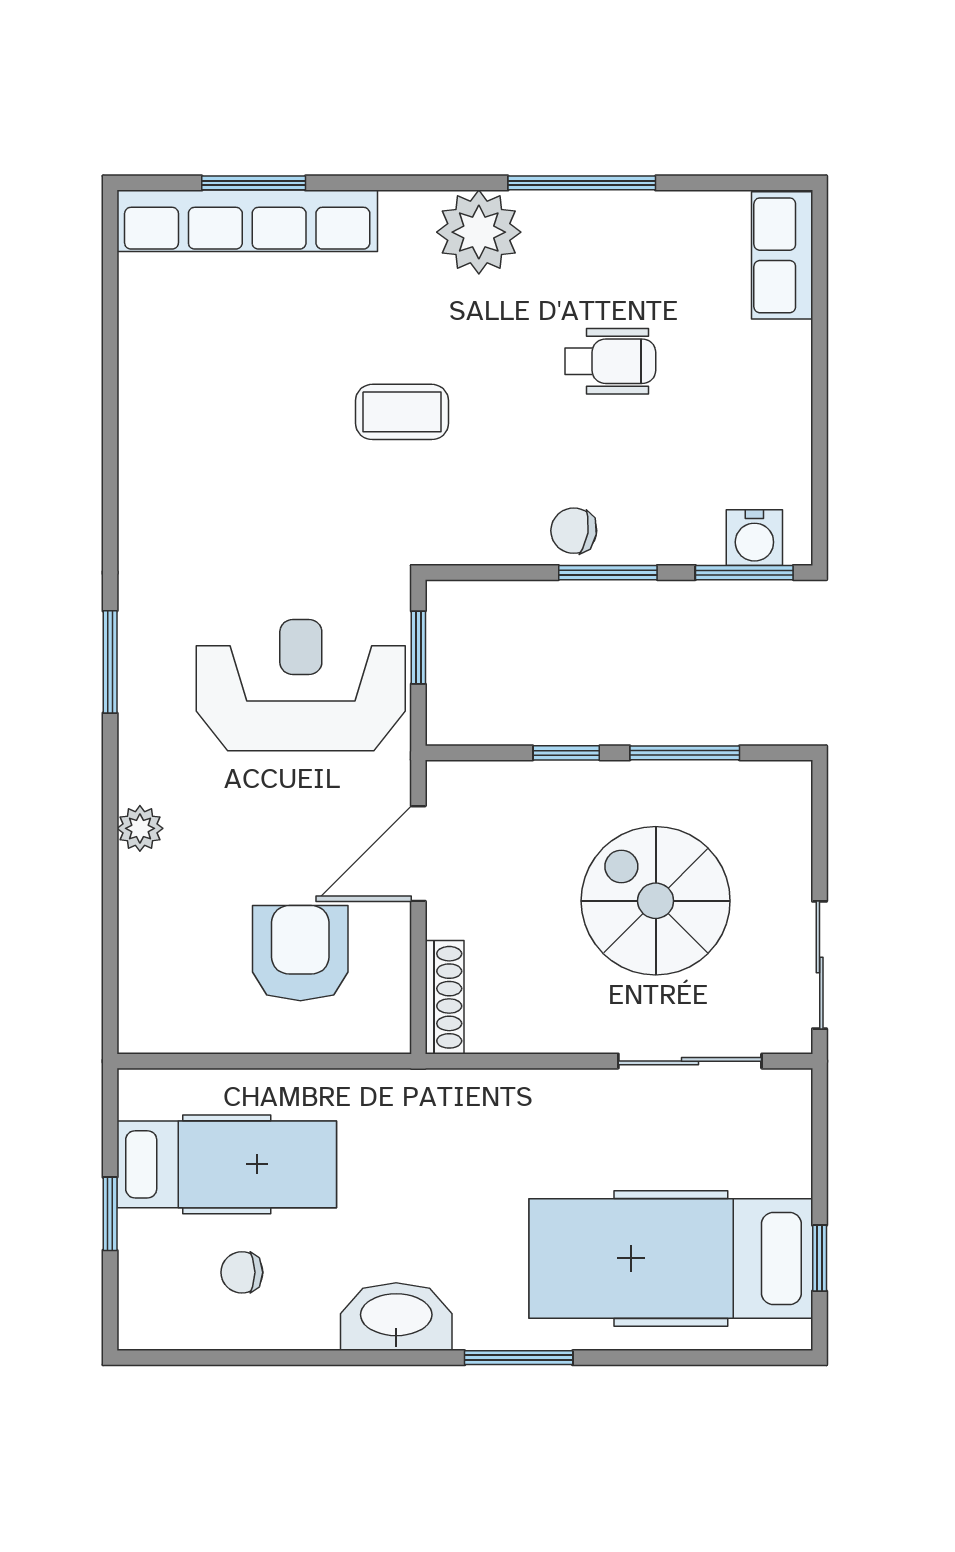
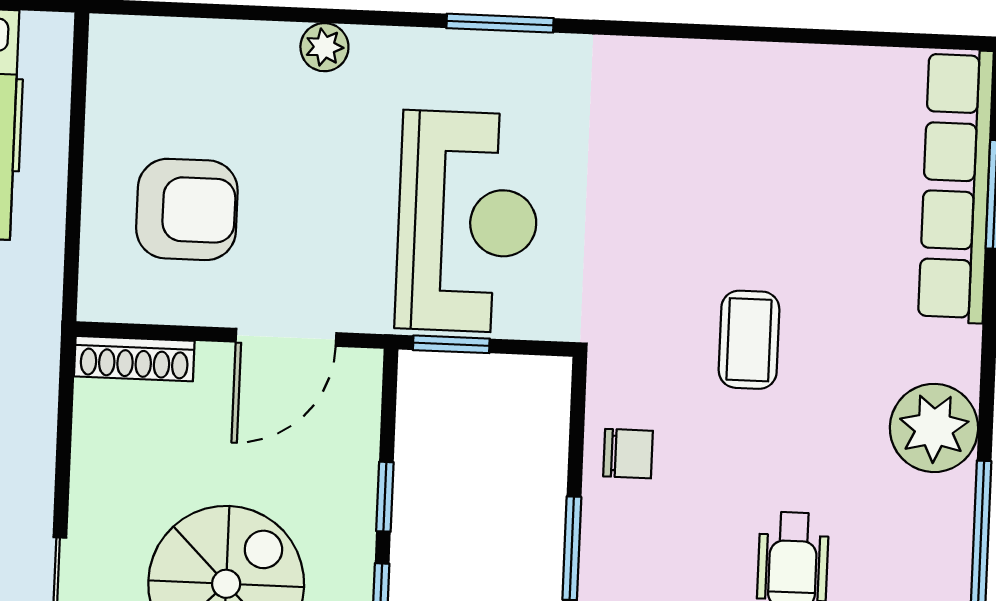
chair: (574, 531) -> (628, 454), moved, turned 81
window: (418, 648) -> (451, 344), moved
door: (418, 854) -> (286, 337), swing flipped

